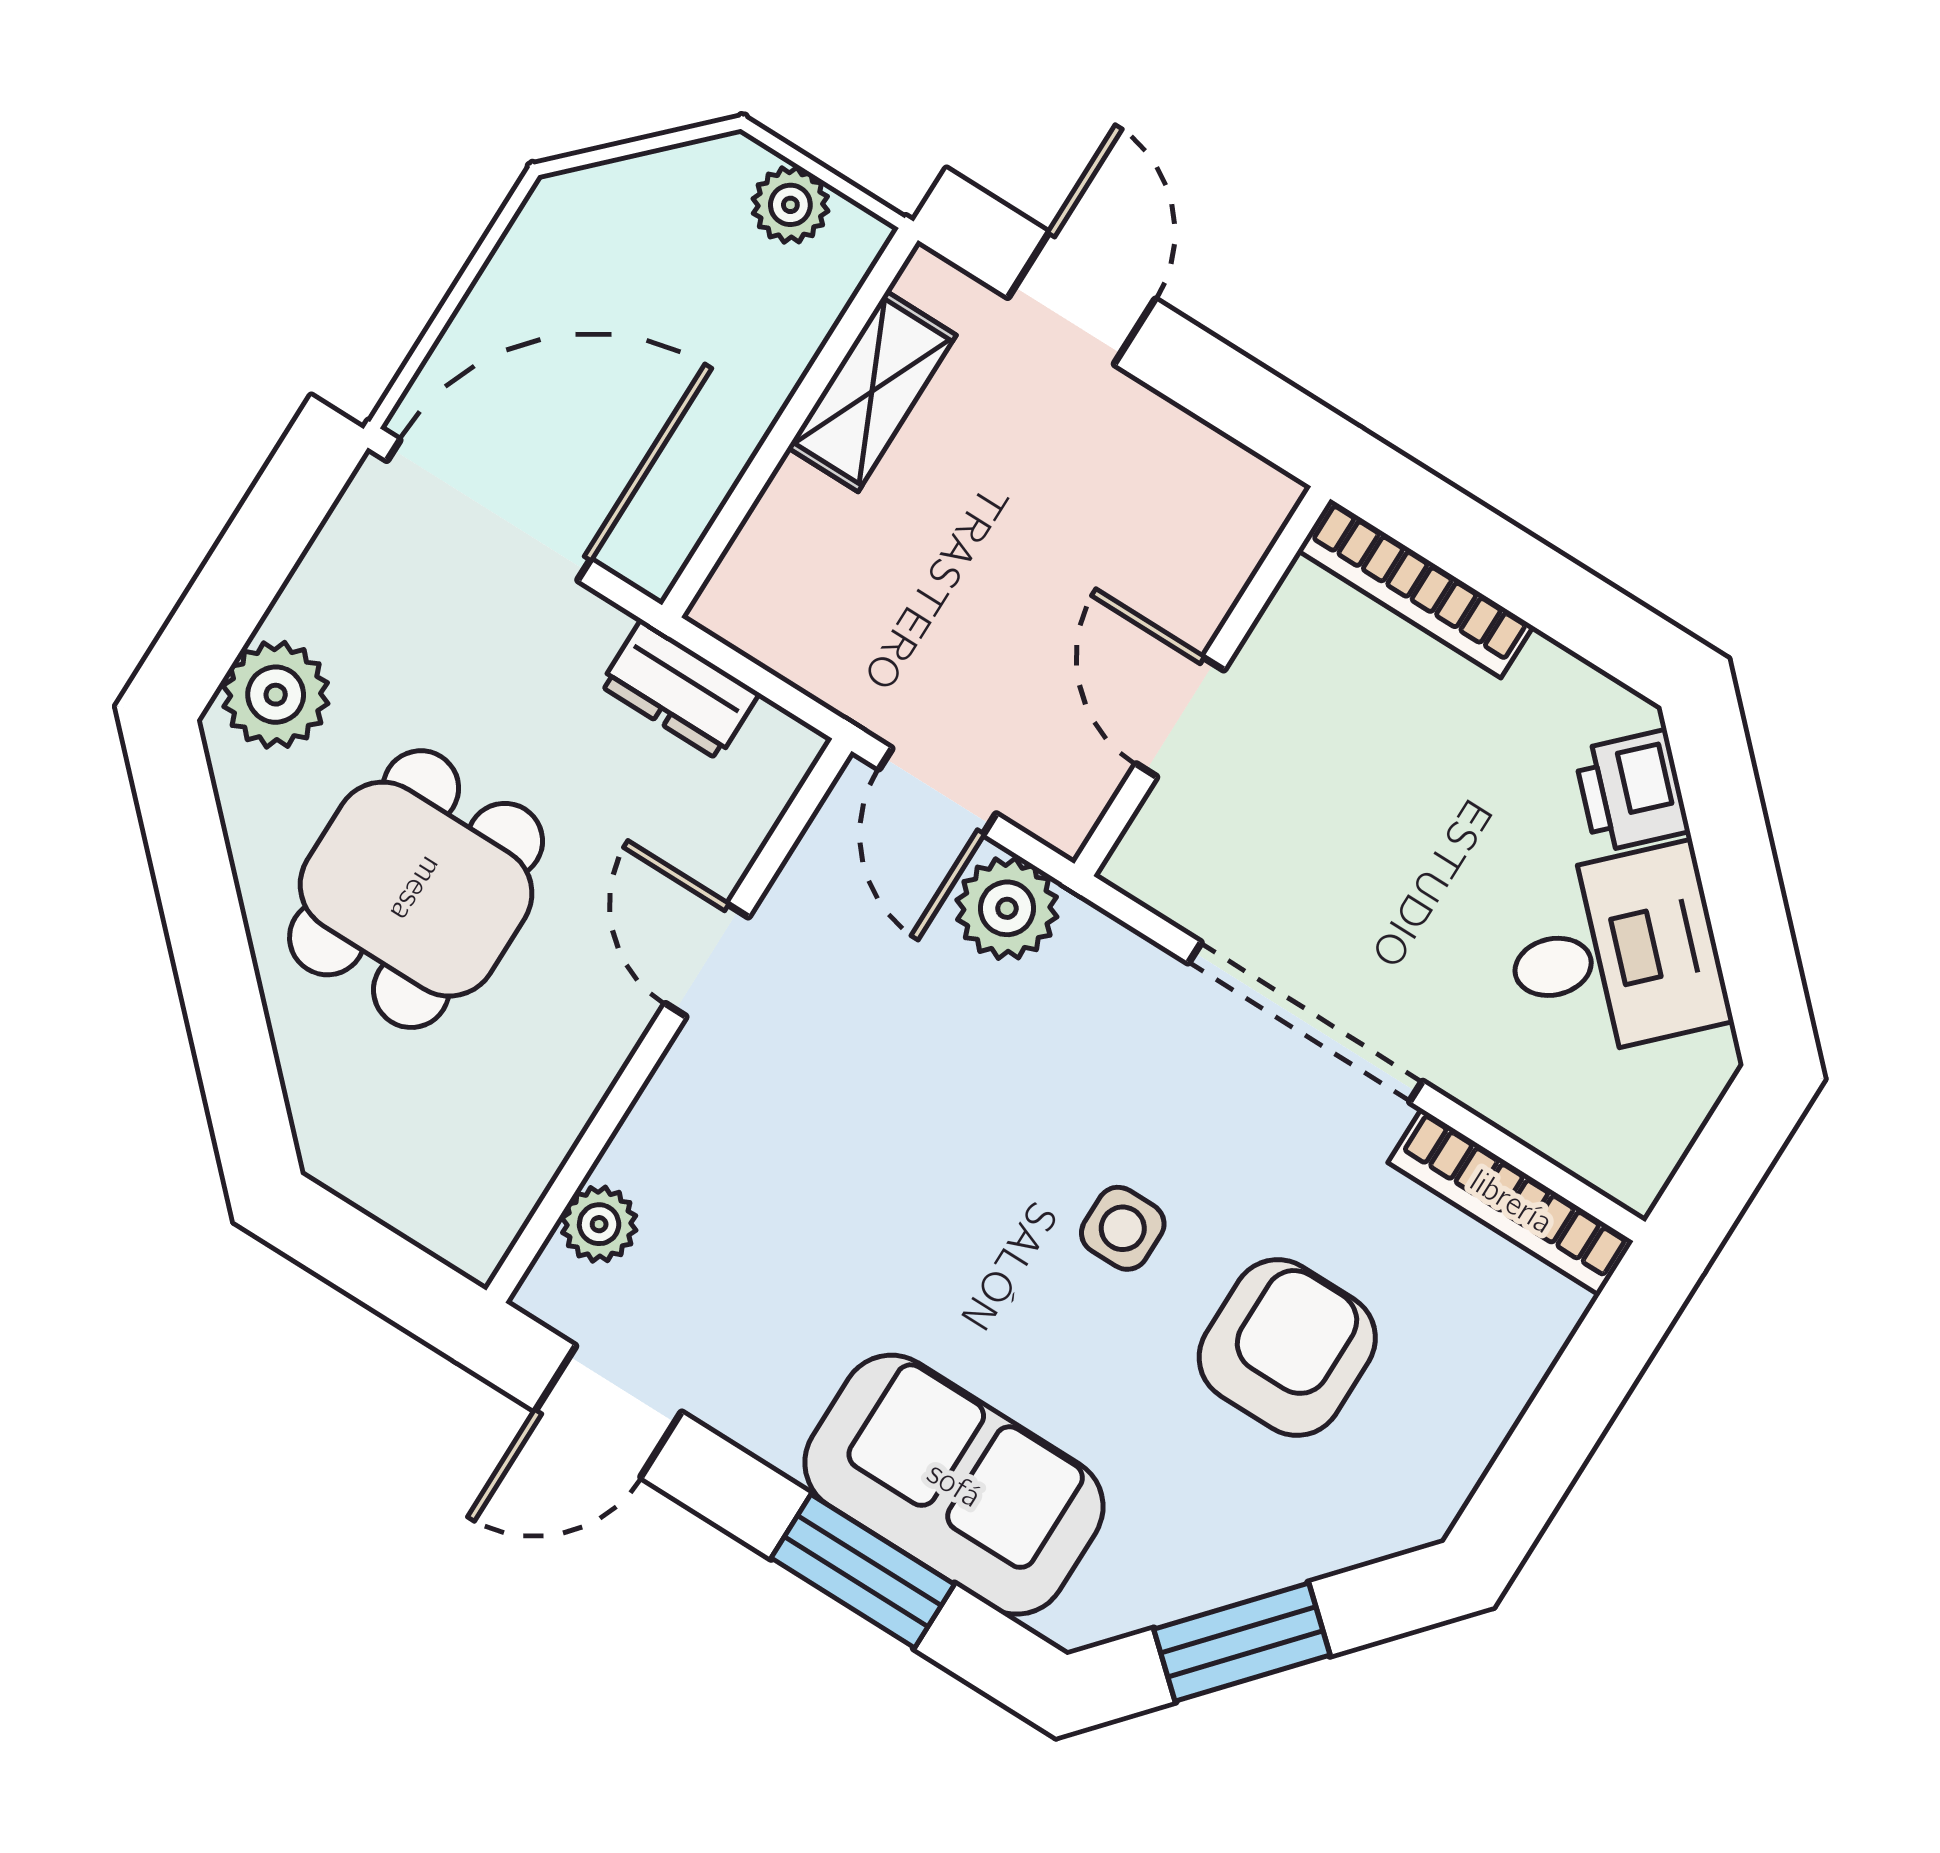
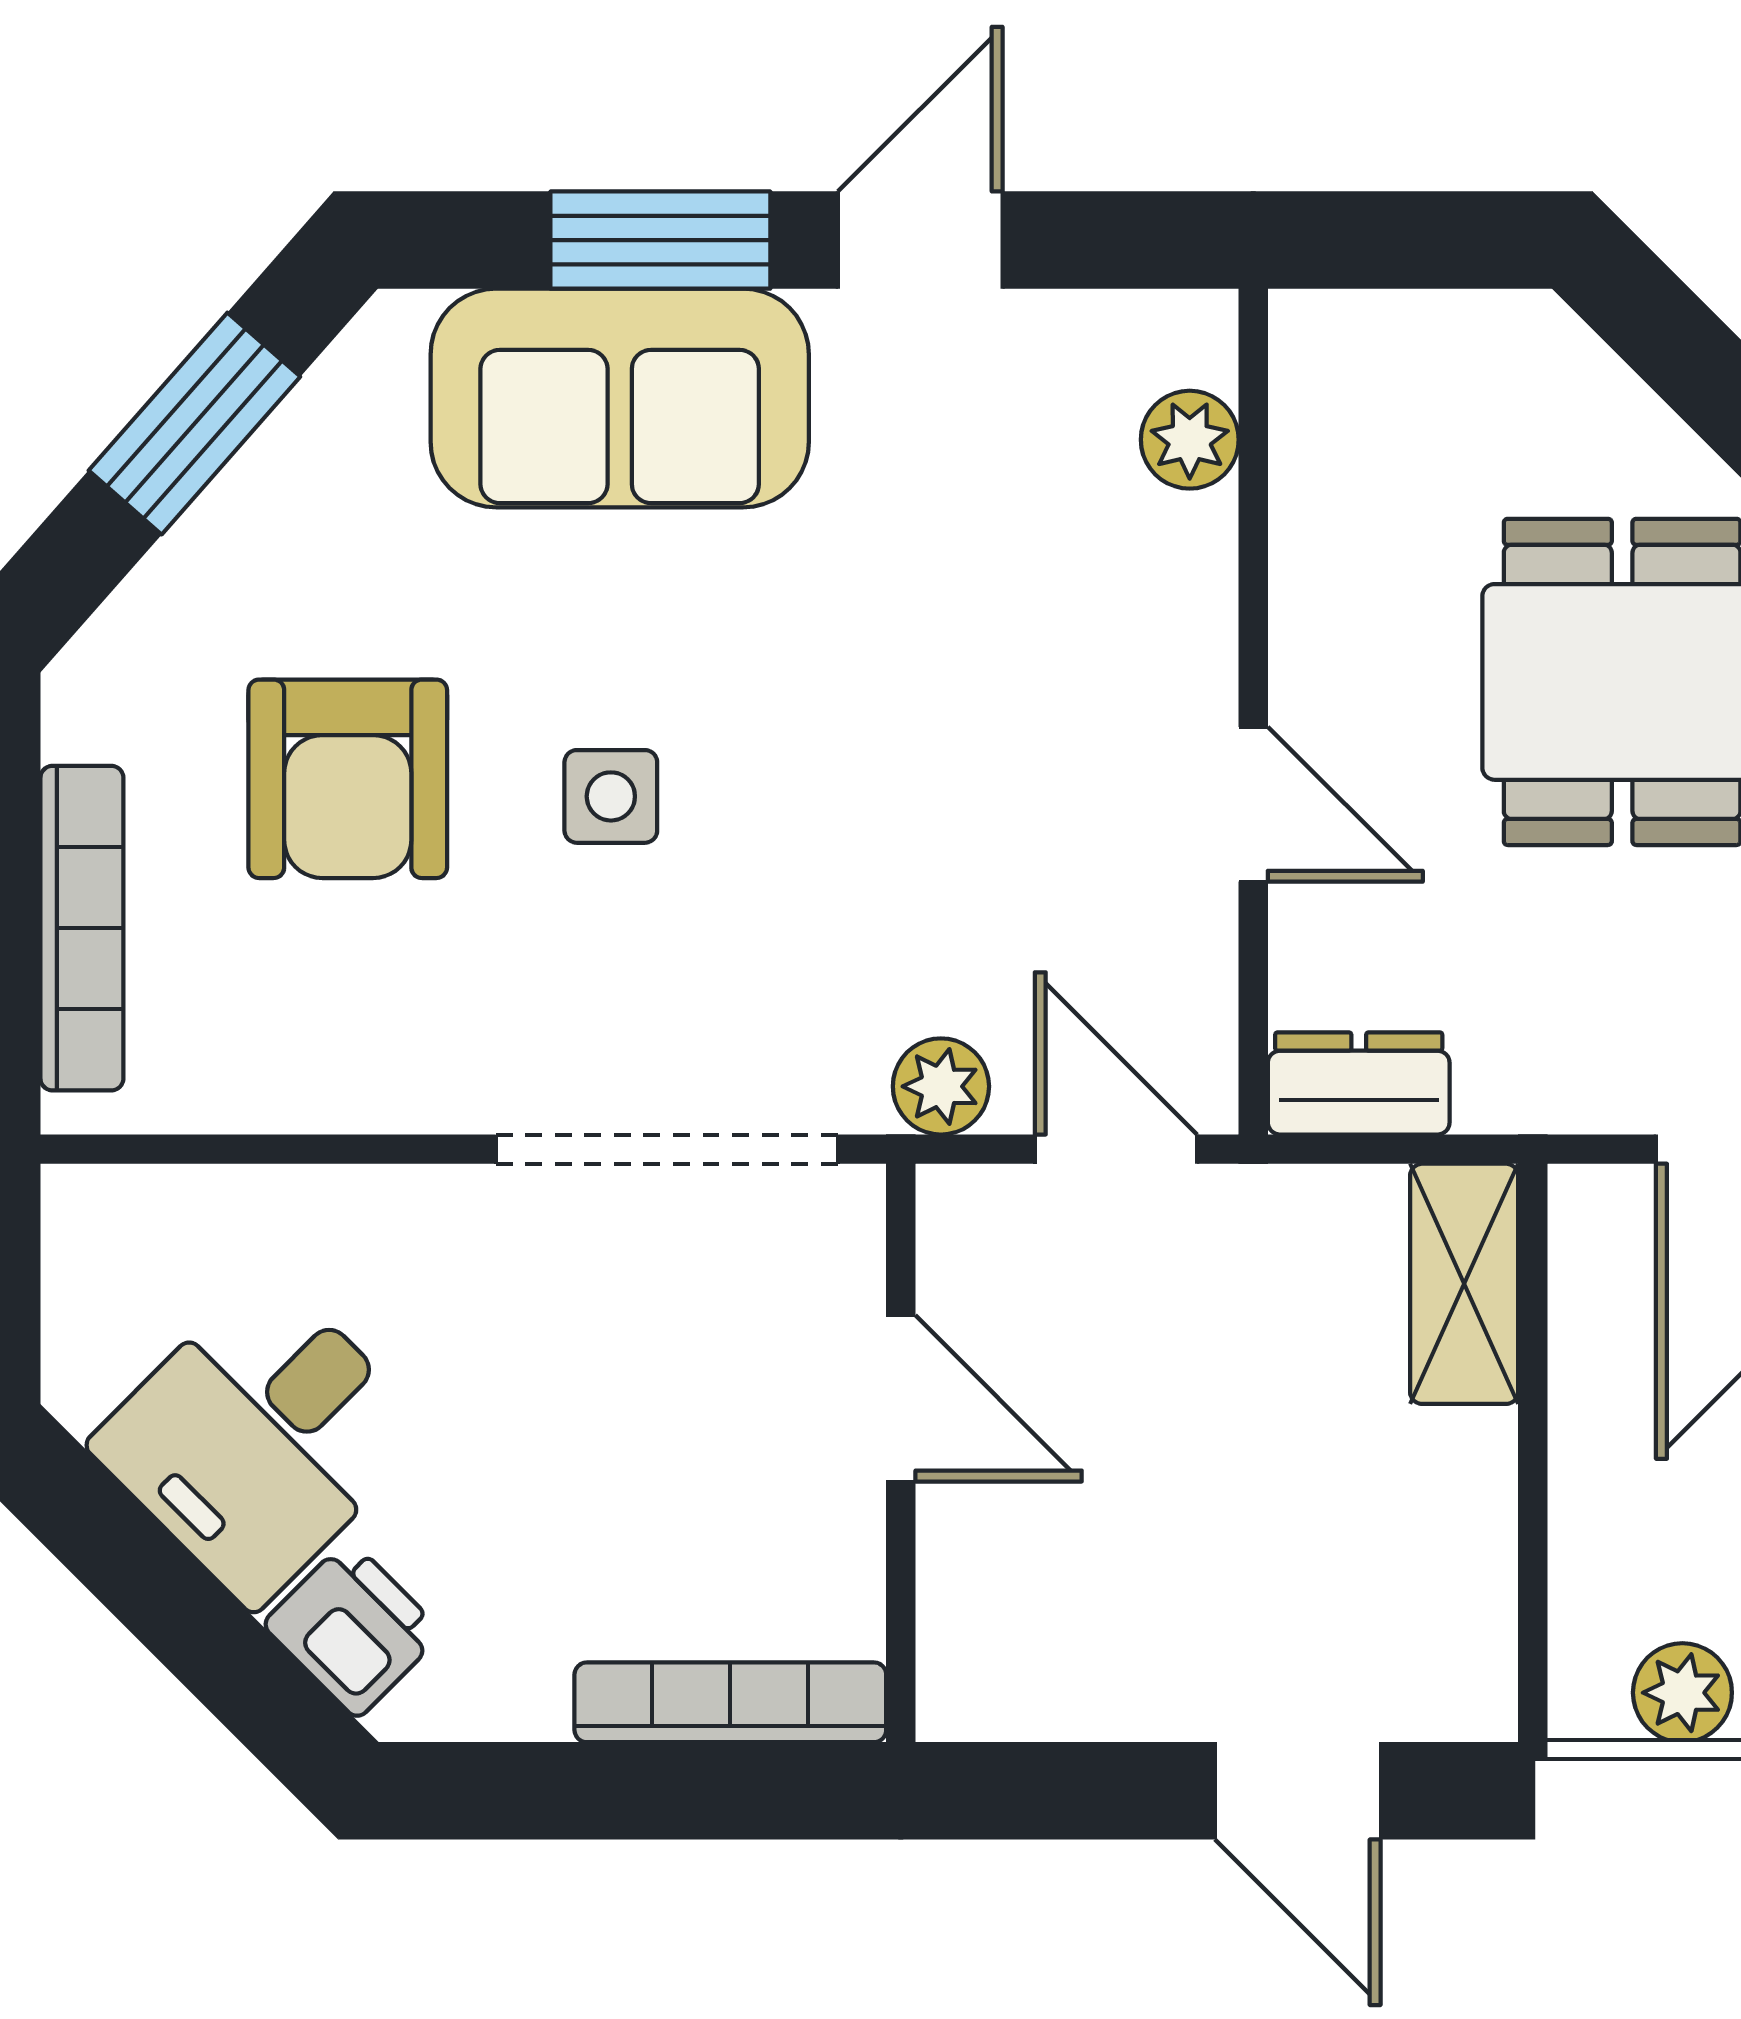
shelving: (872, 391) -> (1464, 1284), moved
dresser: (680, 689) -> (1359, 1083), moved
plant: (1007, 908) -> (941, 1086), width x0.73, depth x0.73
doorway: (1305, 1022) -> (667, 1149), moved
bookcase: (1511, 1202) -> (82, 928), moved, turned 90
door: (608, 1411) -> (920, 240), moved

